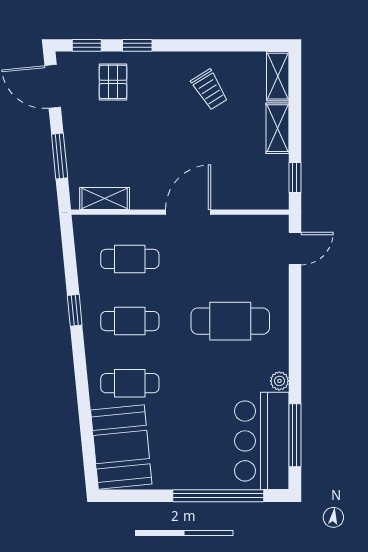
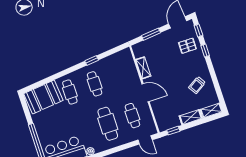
shelving: (105, 199) -> (143, 68), moved
cafe table: (130, 259) -> (132, 116), moved

